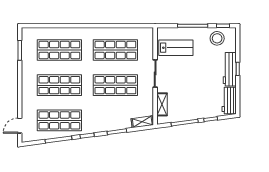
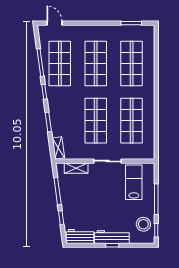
lab bench: (176, 48) -> (134, 182), turned 180

